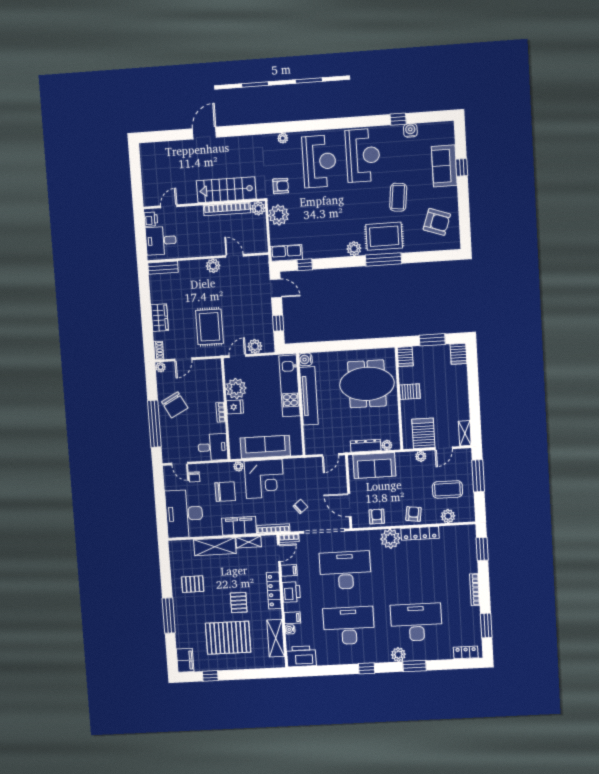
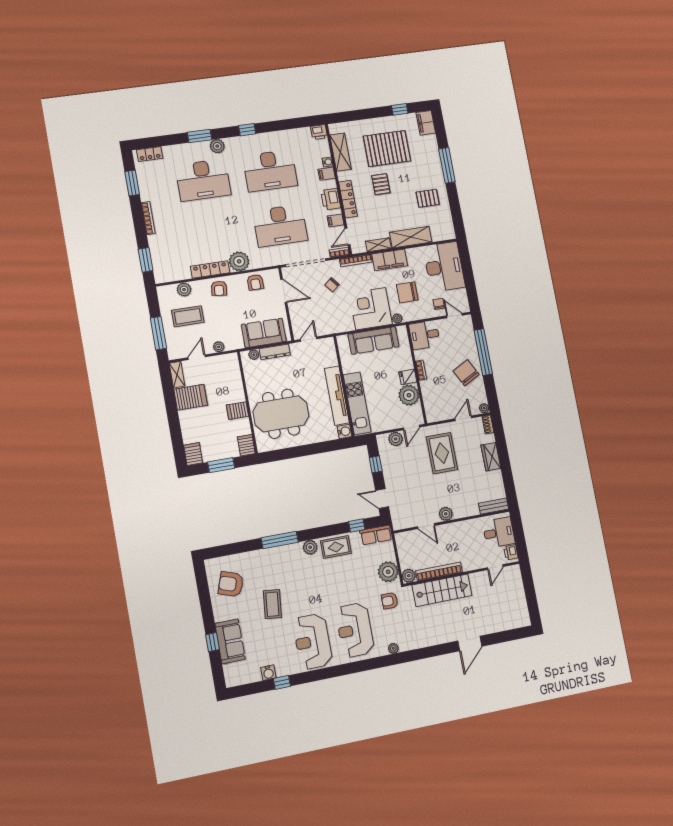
rug: (384, 236) -> (336, 547), moved, width x0.73, depth x0.70
server rack: (423, 433) -> (191, 397), moved, turned -90
printer: (301, 656) -> (319, 132), width x0.53, depth x0.68

